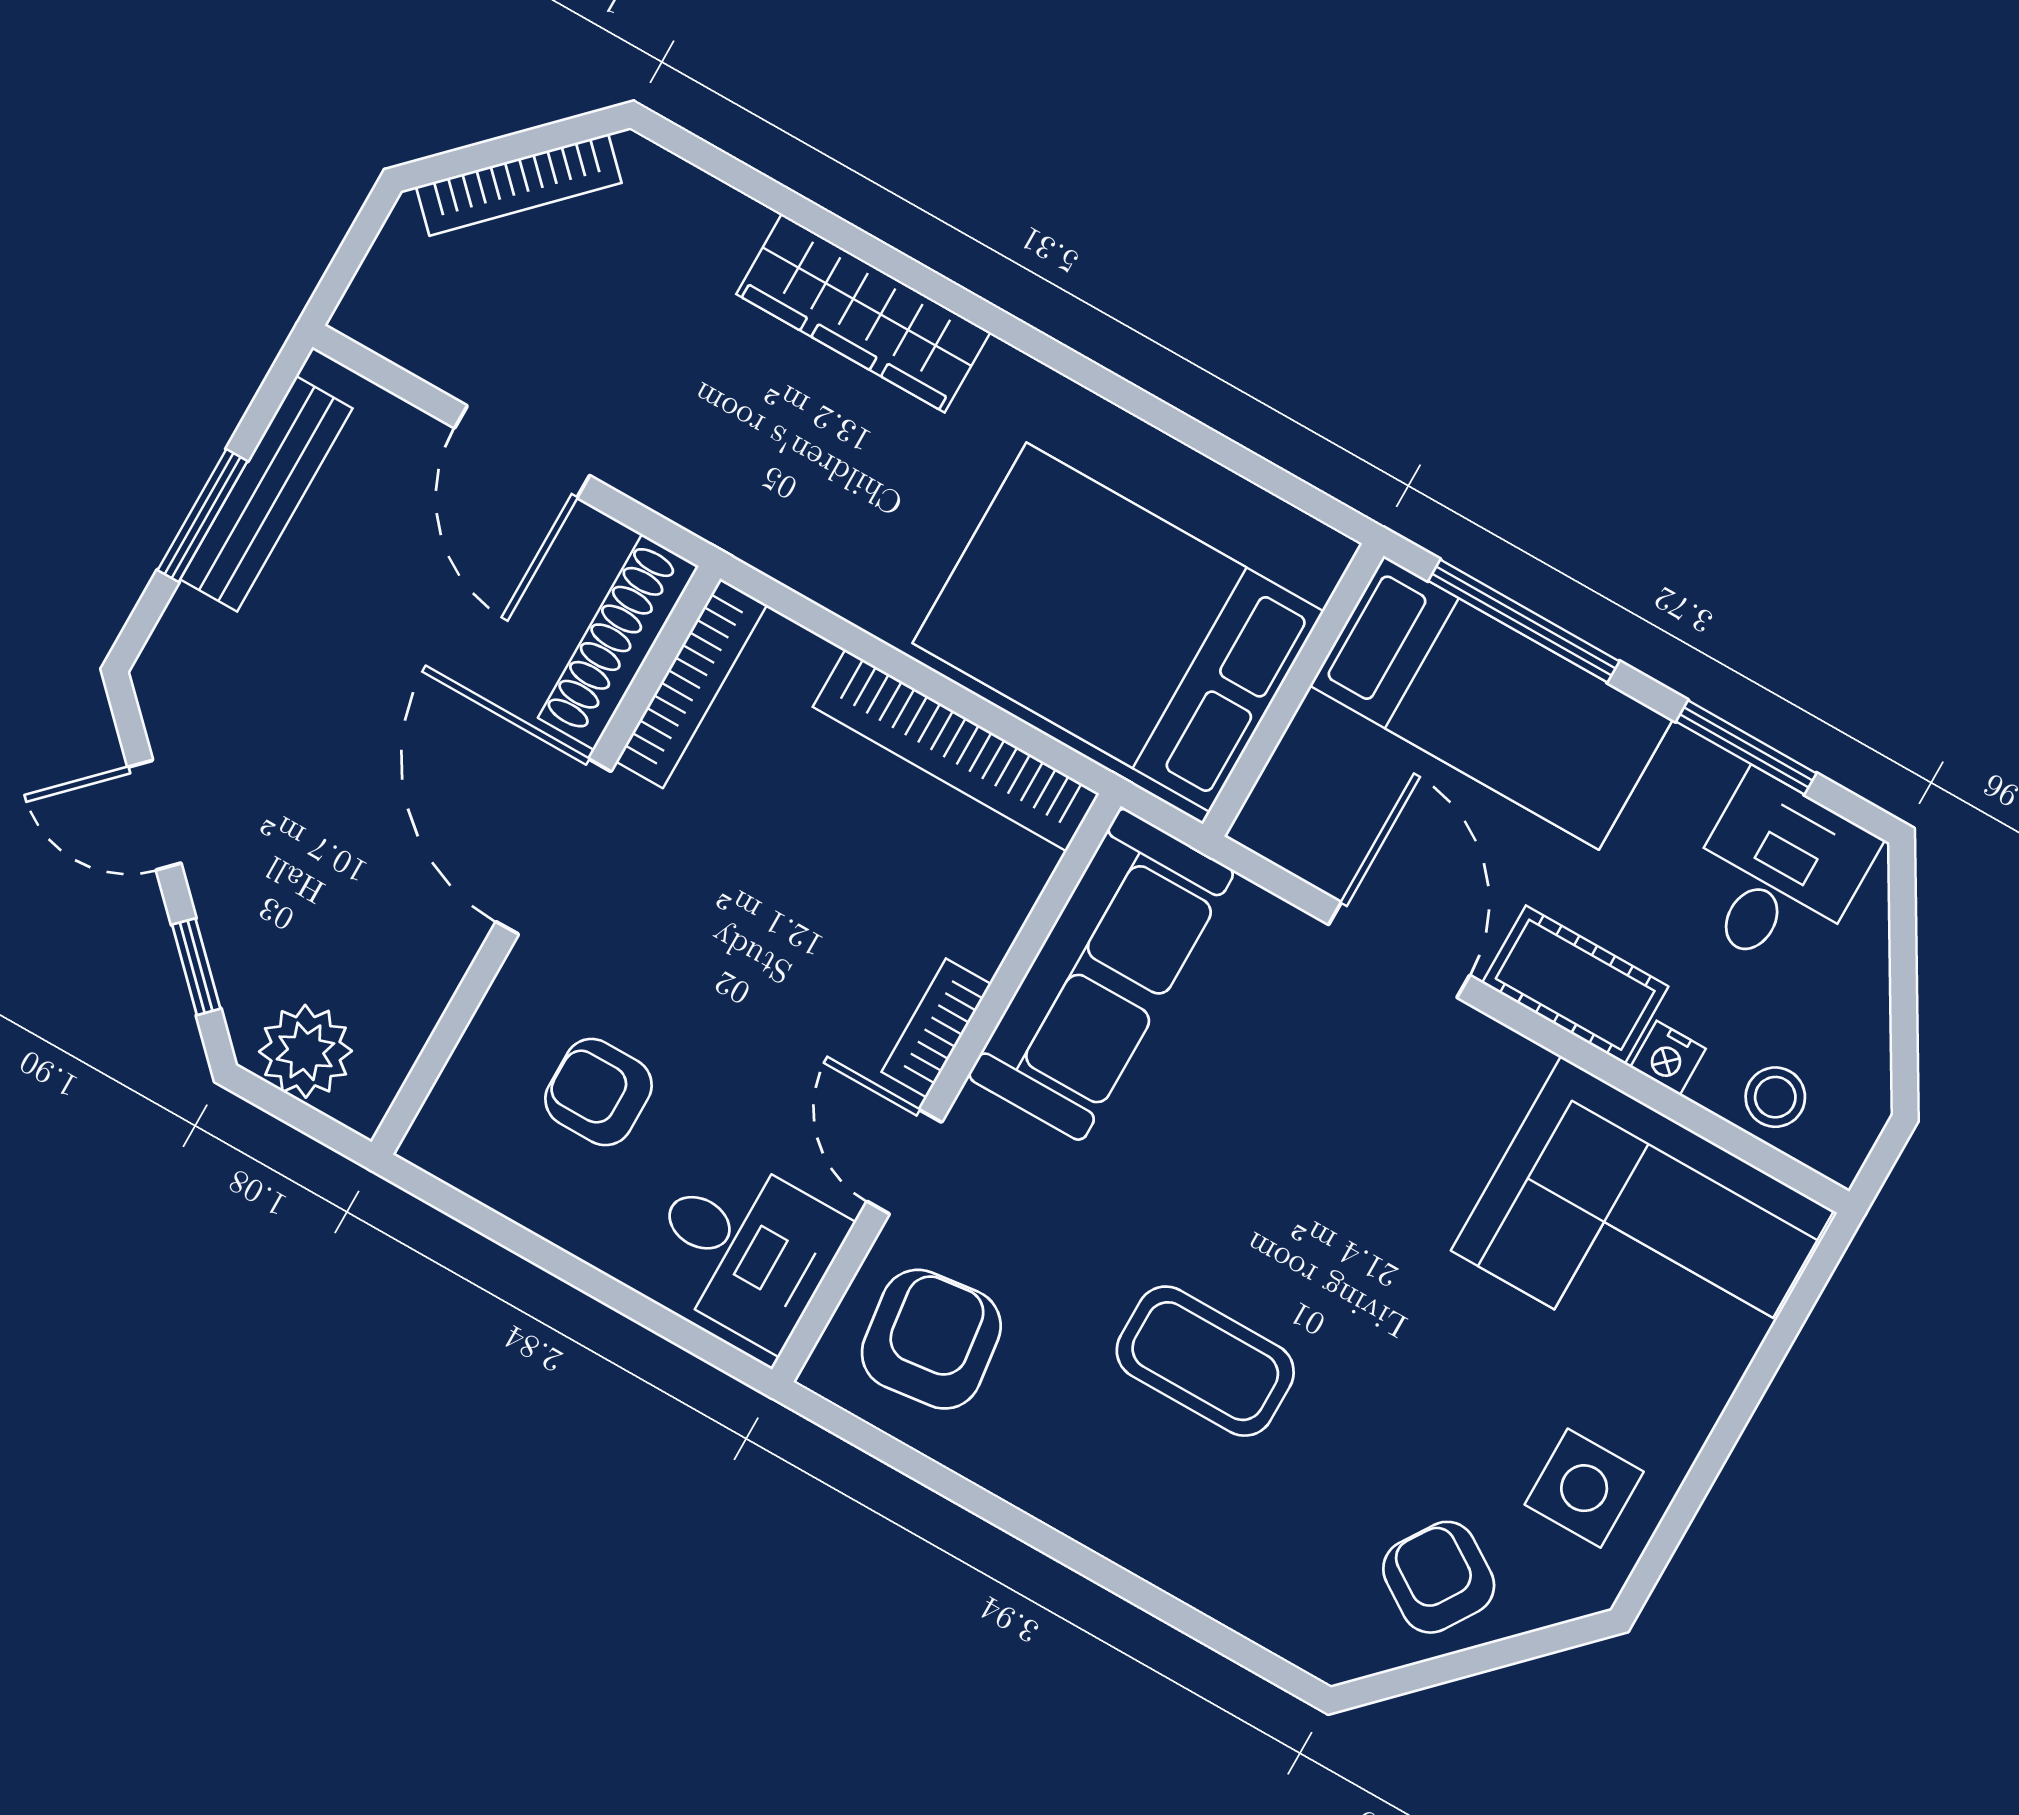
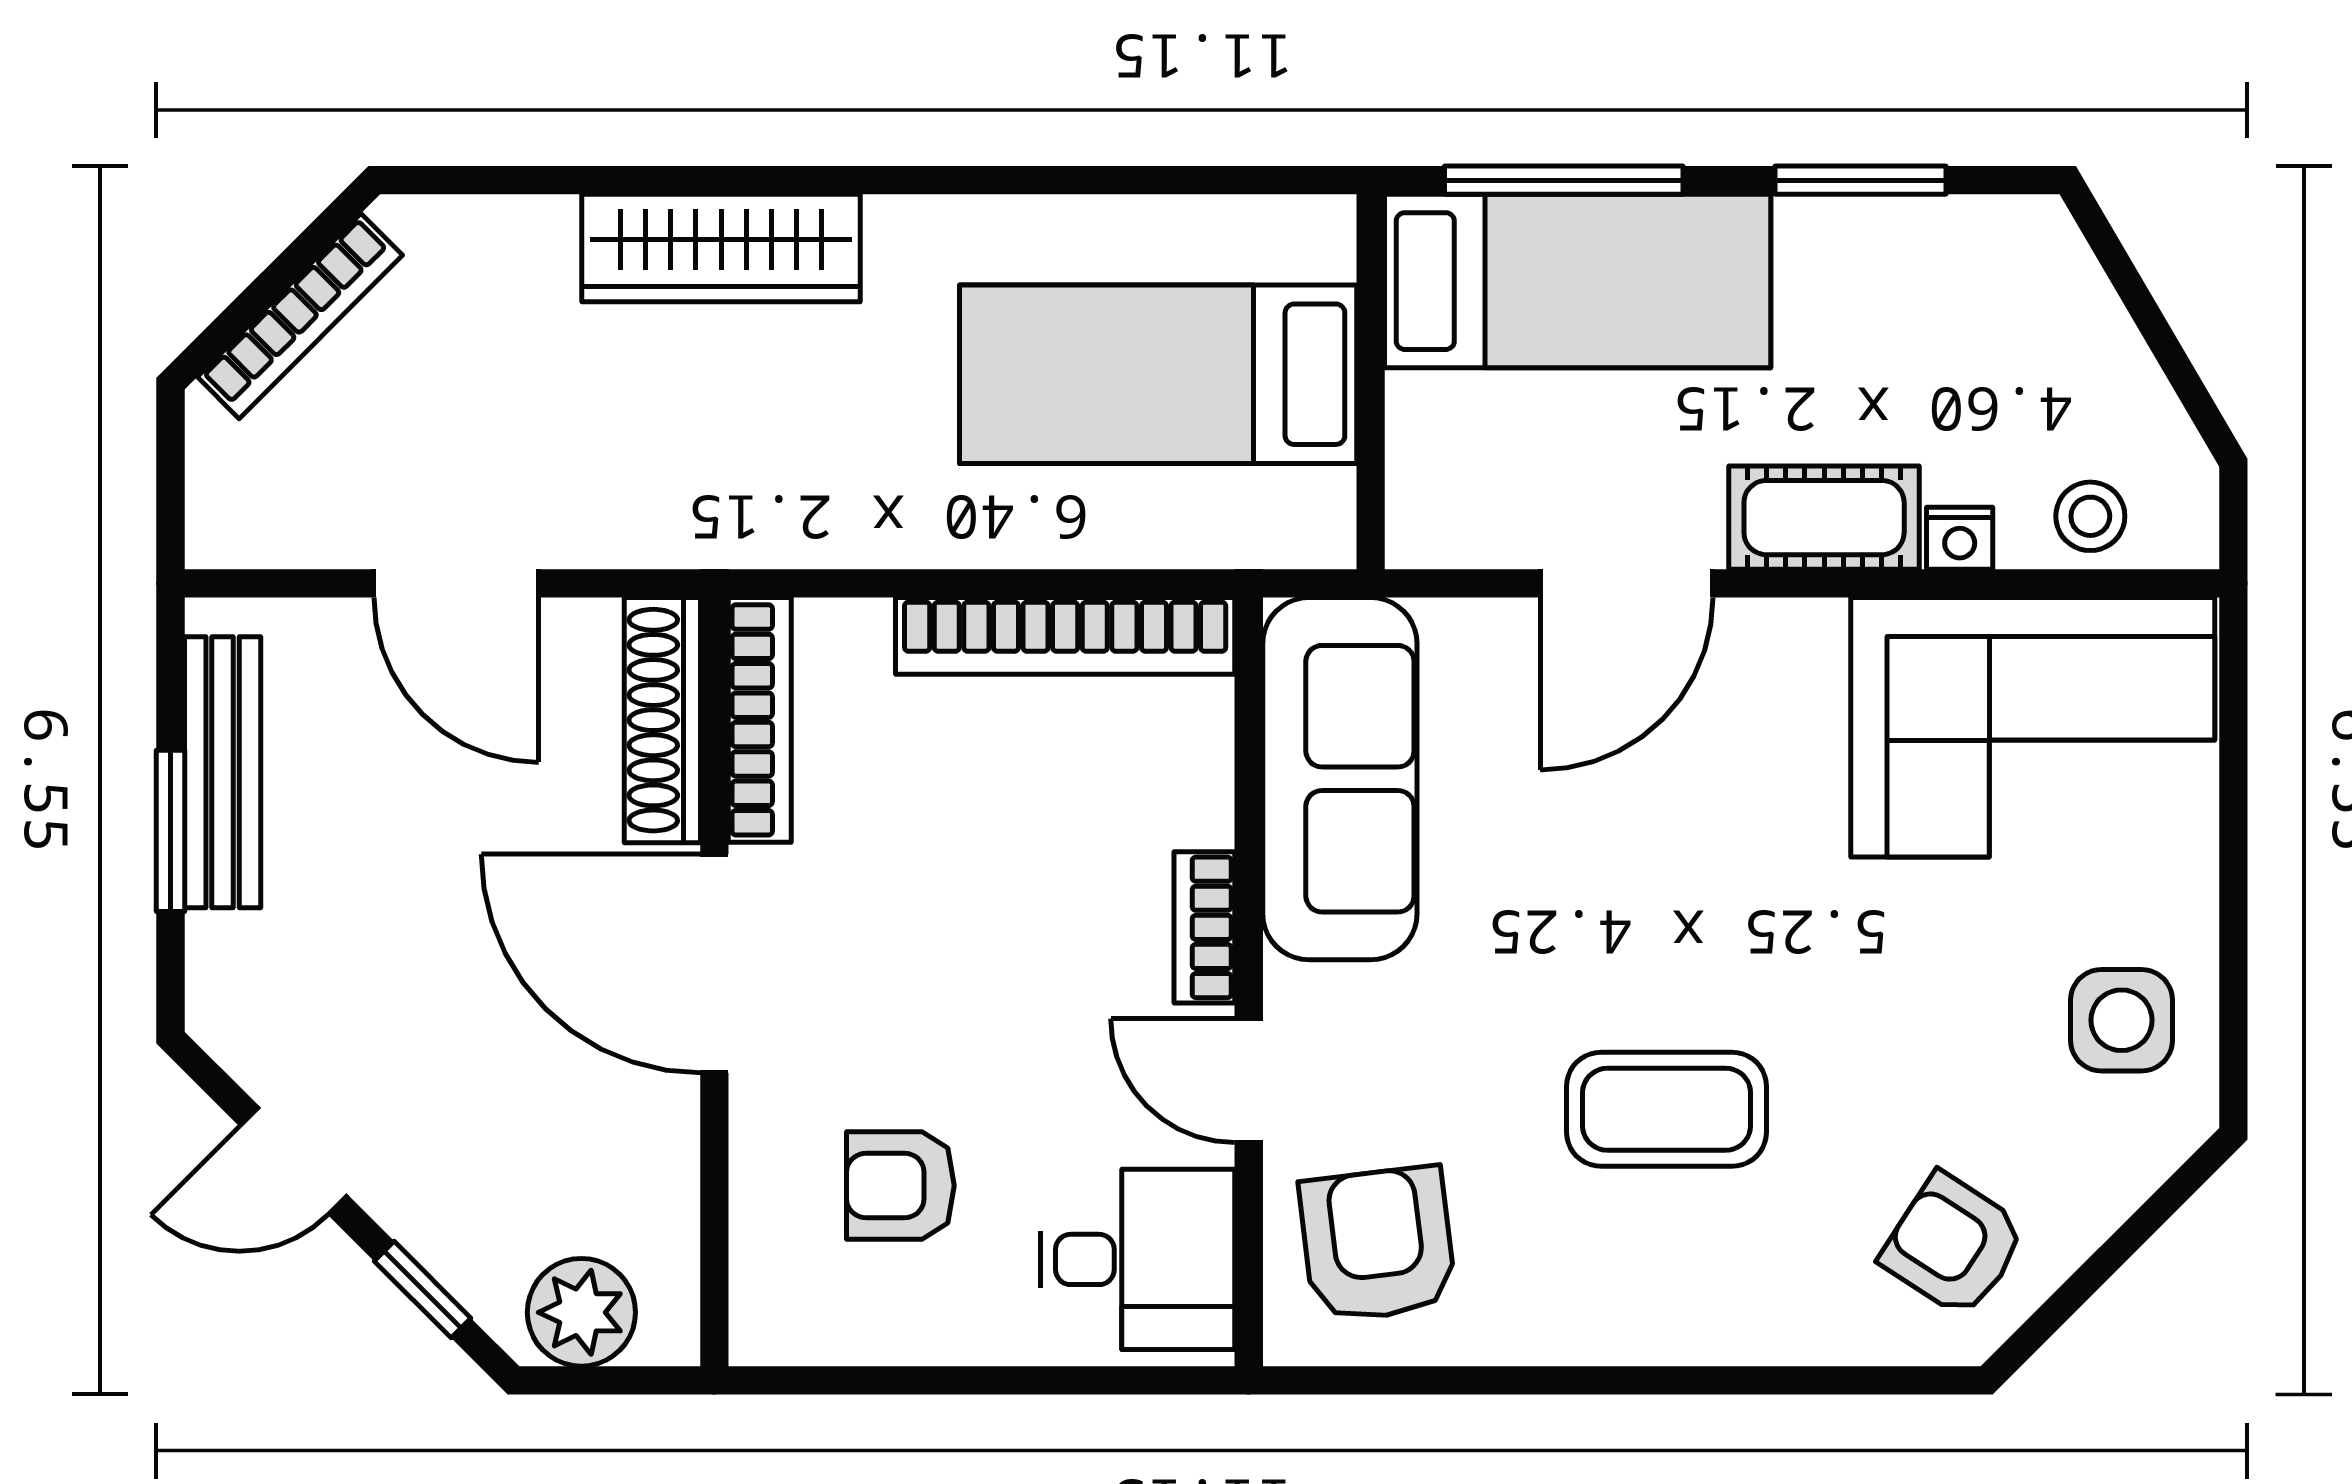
bed: (1118, 627) -> (1158, 374), width x0.67
desk: (1777, 874) -> (1964, 291), removed
door: (1399, 950) -> (1627, 583), swing flipped
armchair: (1439, 1577) -> (1953, 1245), moved

